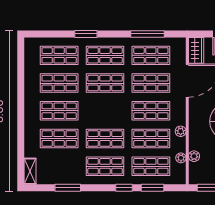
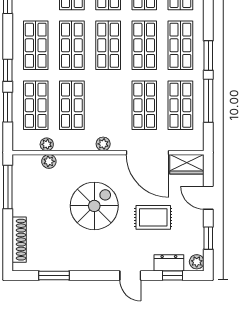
window: (86, 34) -> (208, 56), moved
shop shelf: (151, 111) -> (108, 45), moved
plant: (181, 131) -> (103, 144), moved

